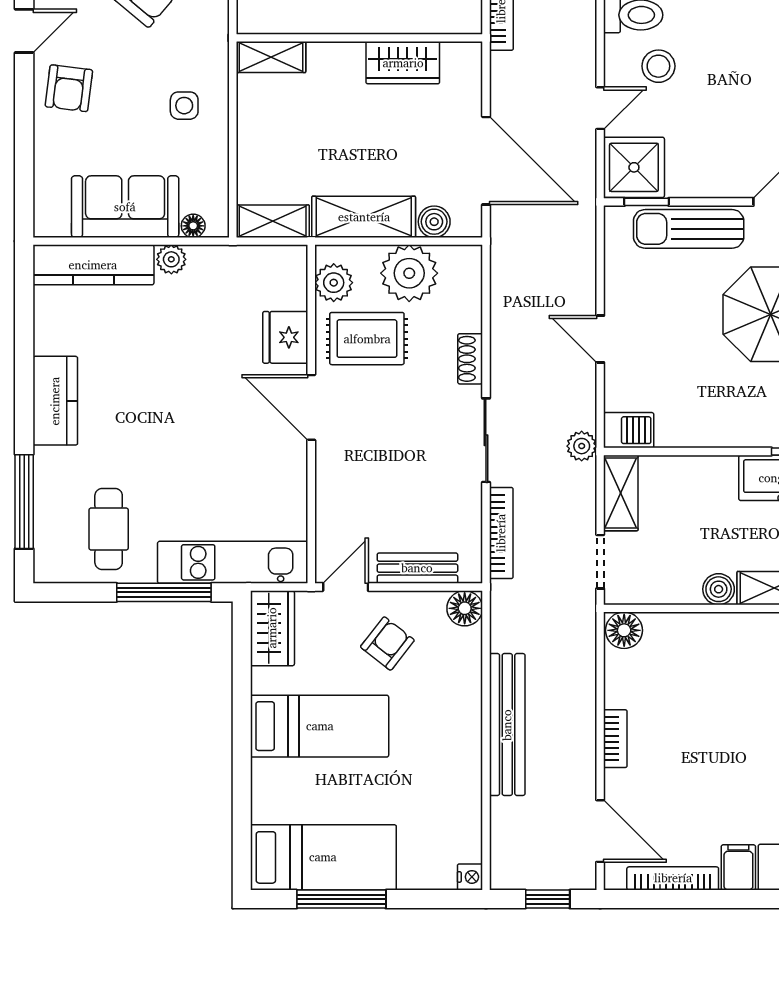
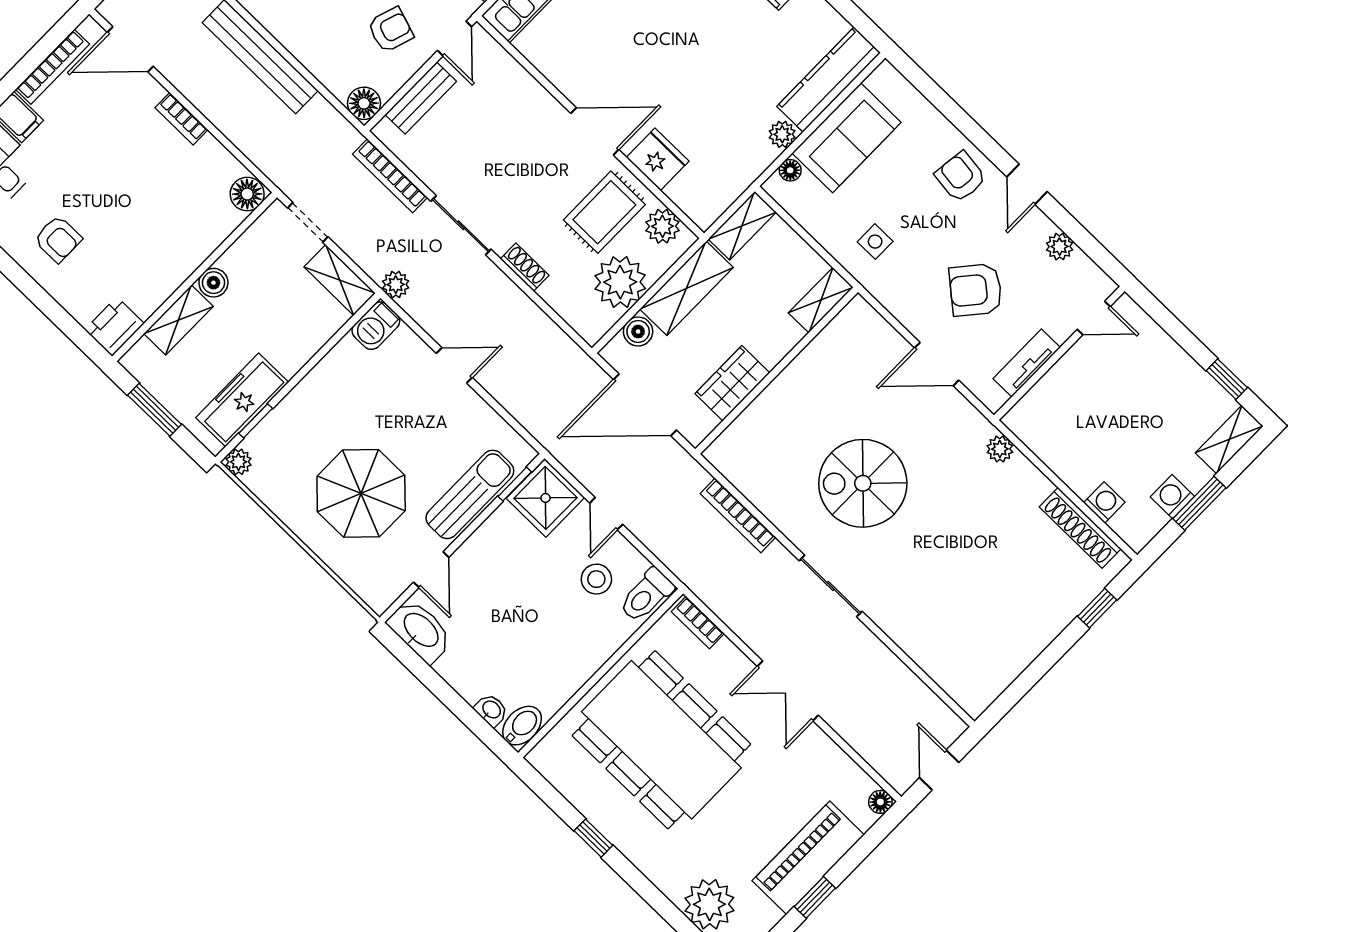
wall: (359, 38) -> (777, 371), moved
shelving: (271, 57) -> (821, 300), moved
wardrobe: (403, 63) -> (732, 383), moved
armchair: (387, 644) -> (390, 30), turned -110

